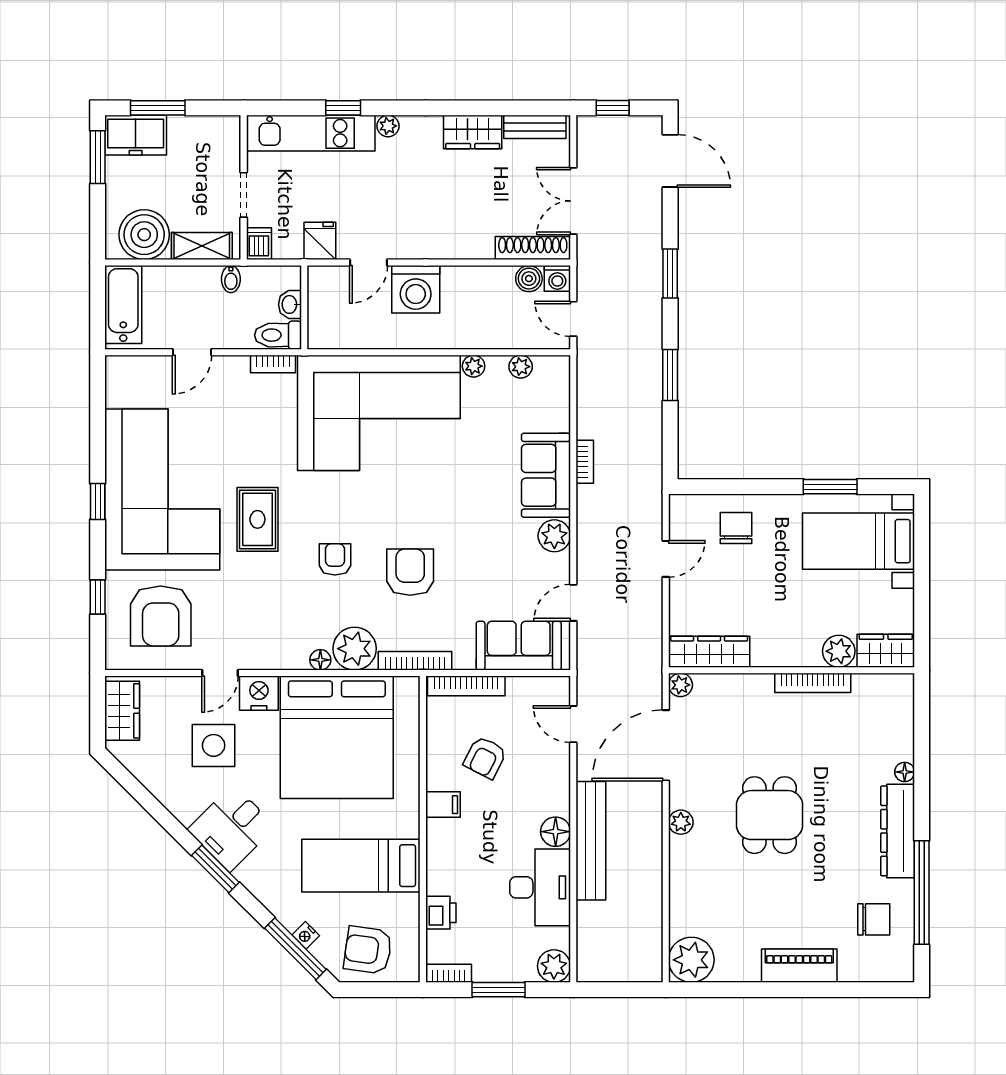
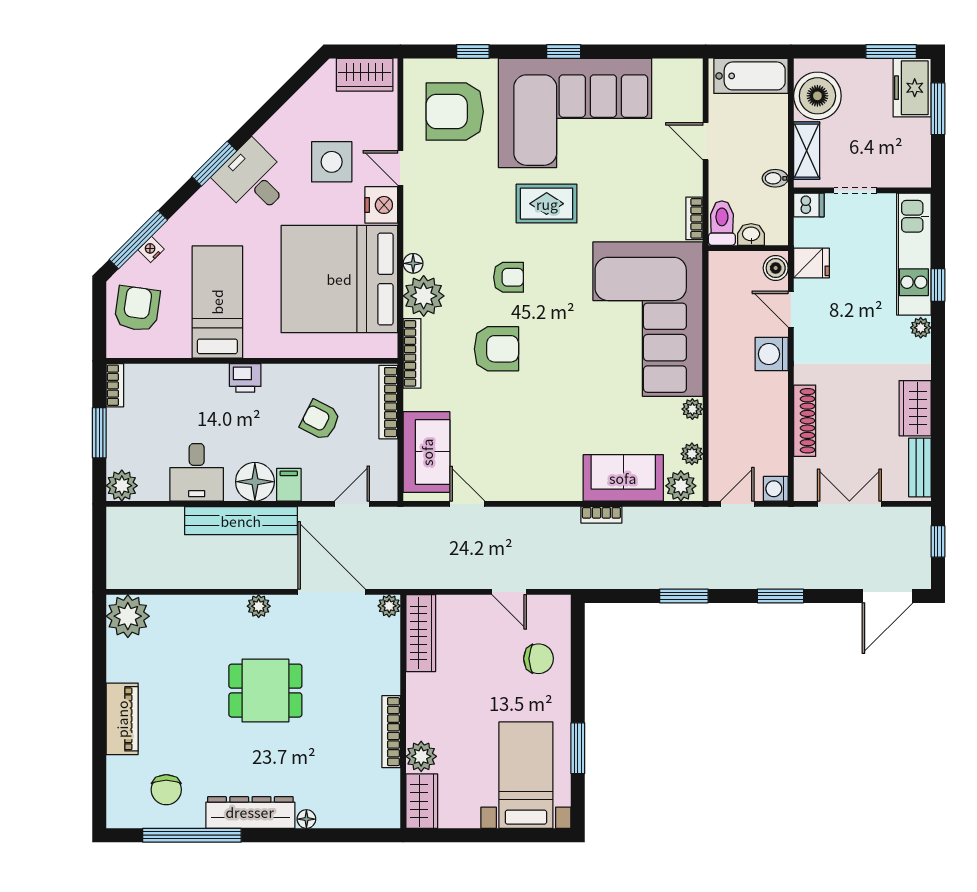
shoe rack: (533, 248) -> (805, 421), moved
boiler: (529, 279) -> (776, 268), moved
washing machine: (416, 289) -> (772, 354), width x0.73, depth x0.73
sofa: (546, 475) -> (623, 478), moved
plant: (554, 536) -> (681, 486), moved
filing cabinet: (443, 805) -> (289, 485), moved, turned 180
floor lamp: (556, 832) -> (255, 482), width x1.38, depth x1.38
desk: (540, 887) -> (197, 472), width x0.73
printer: (441, 913) -> (245, 378), moved

